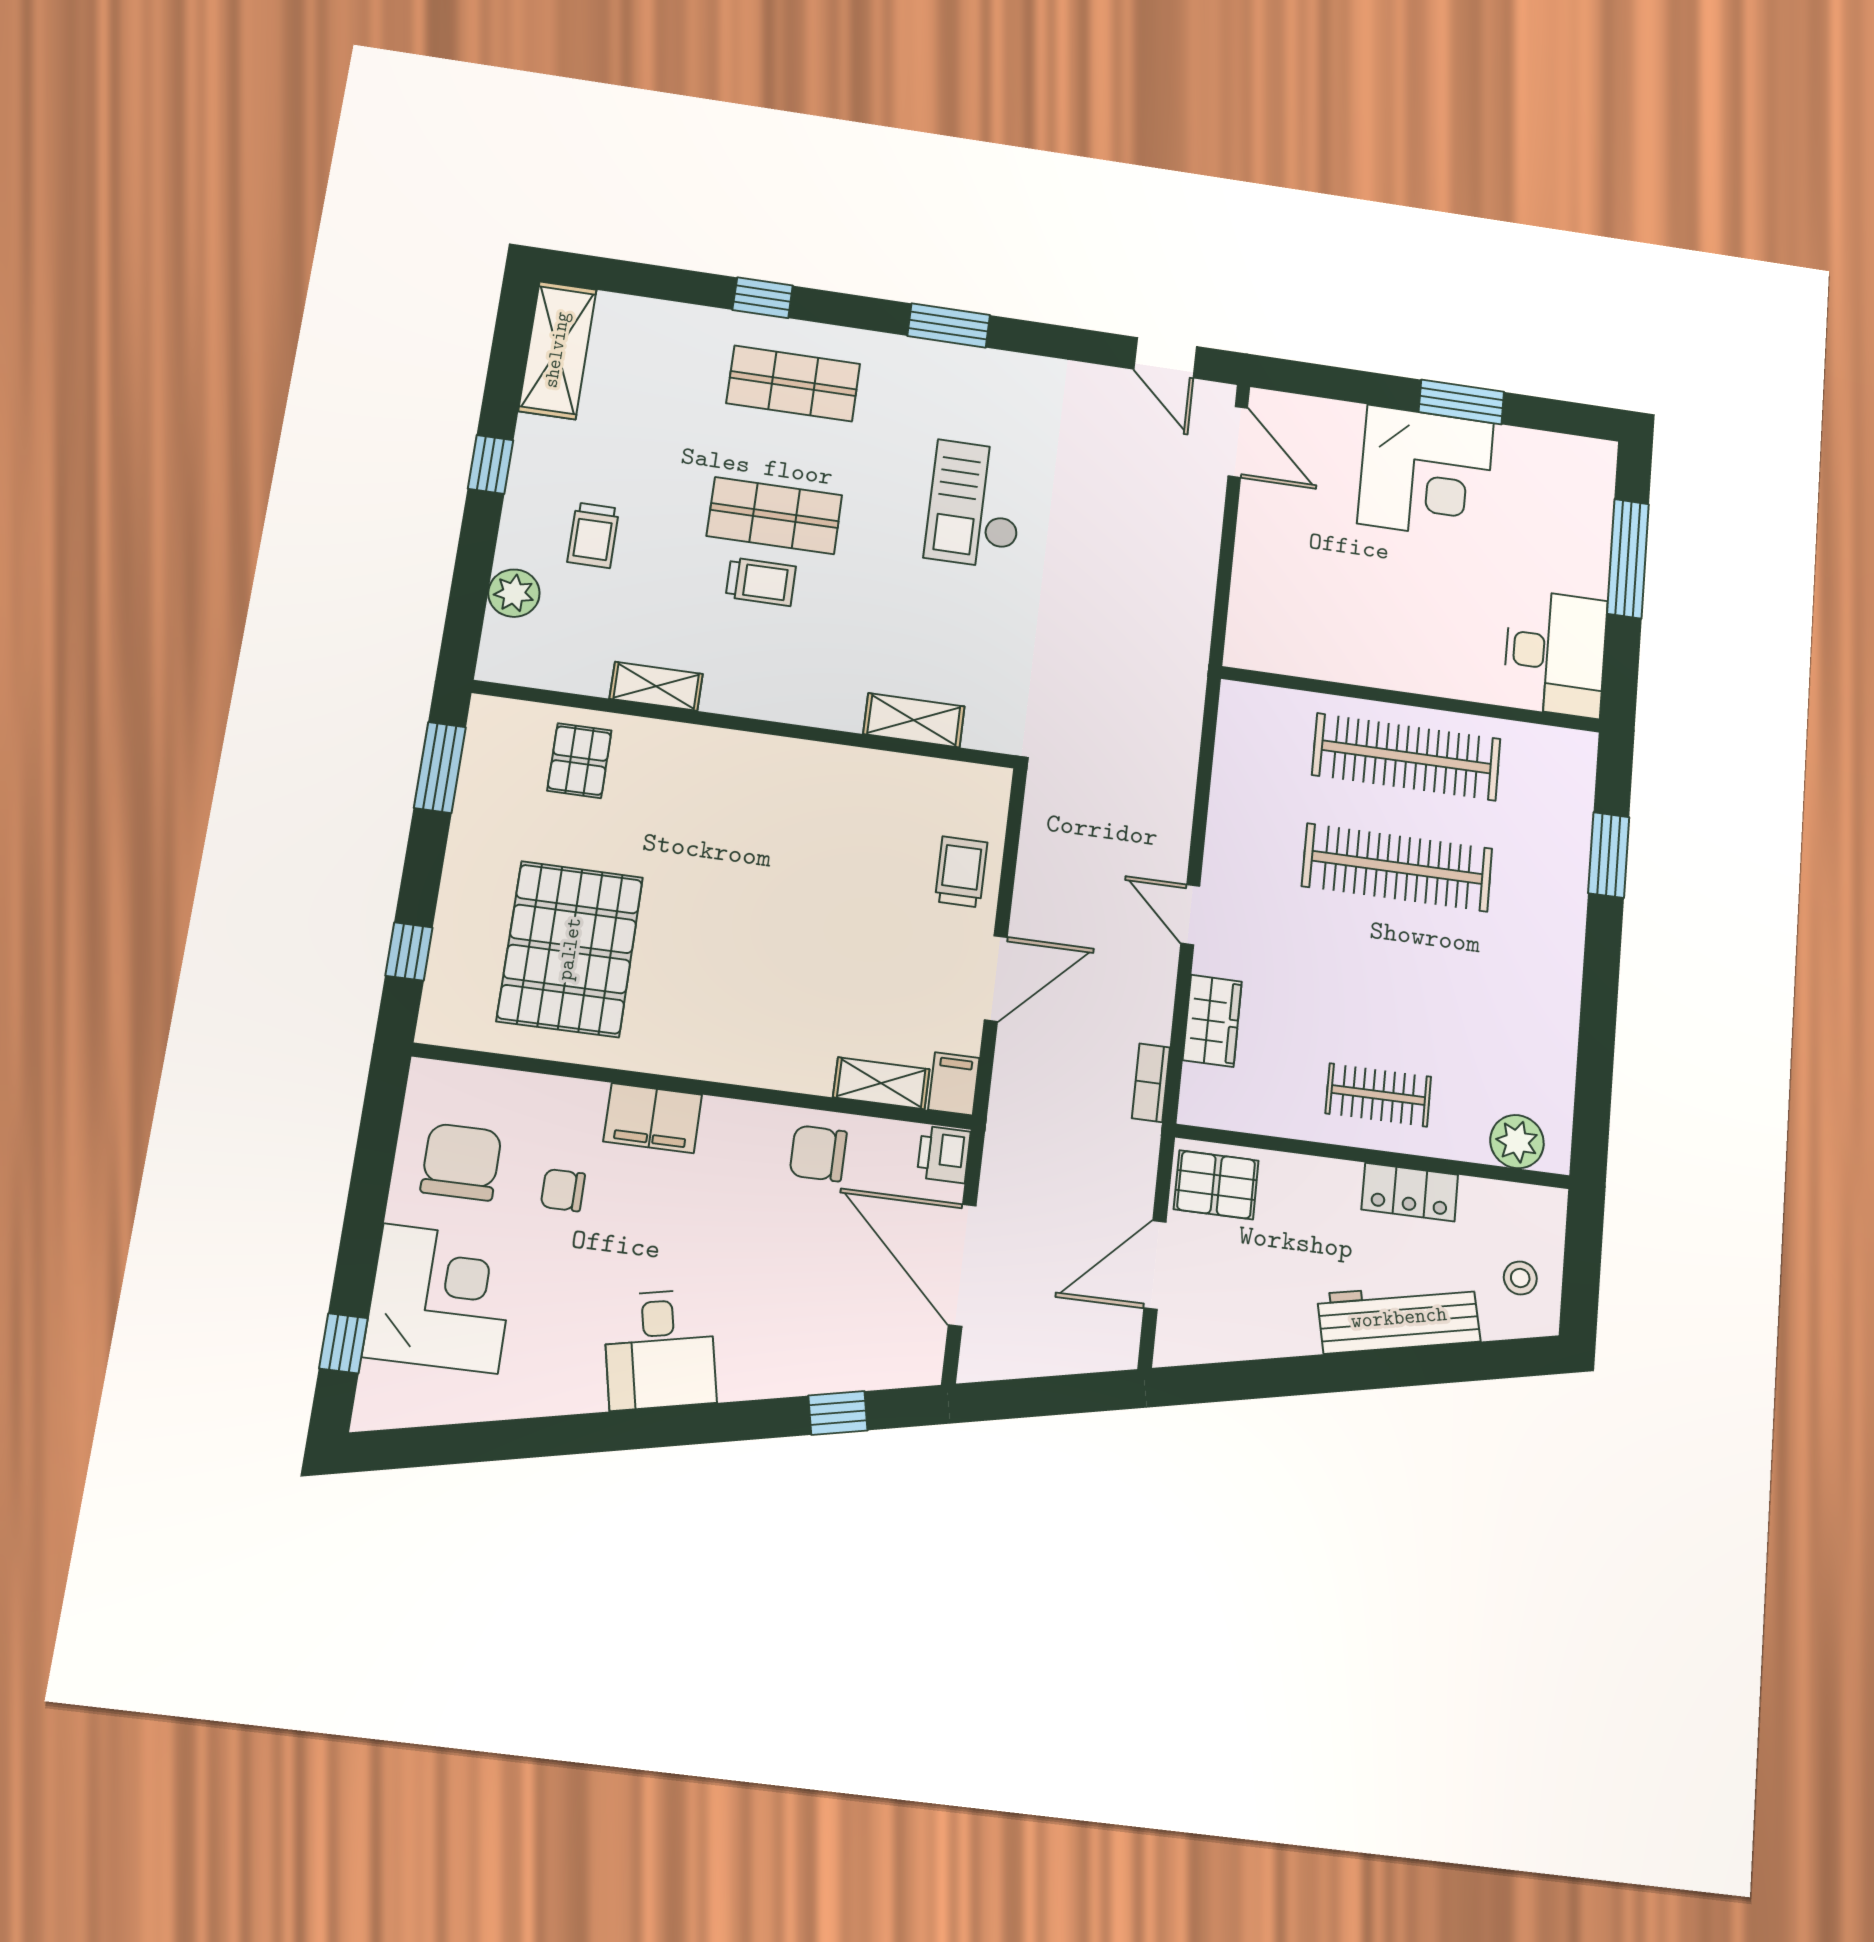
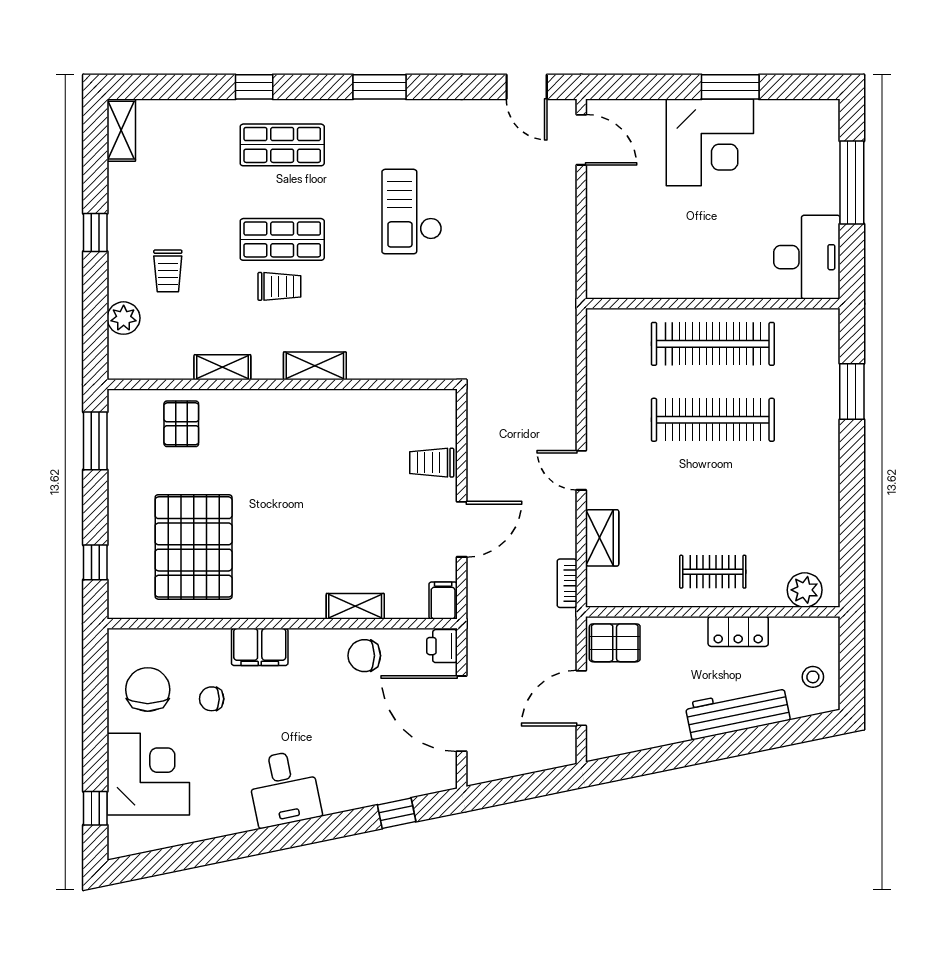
shelving: (557, 350) -> (121, 130), width x0.67, depth x0.75
shelving: (914, 720) -> (315, 366), moved
trolley: (961, 872) -> (432, 463), turned -90
shelving: (881, 1083) -> (355, 606), moved

